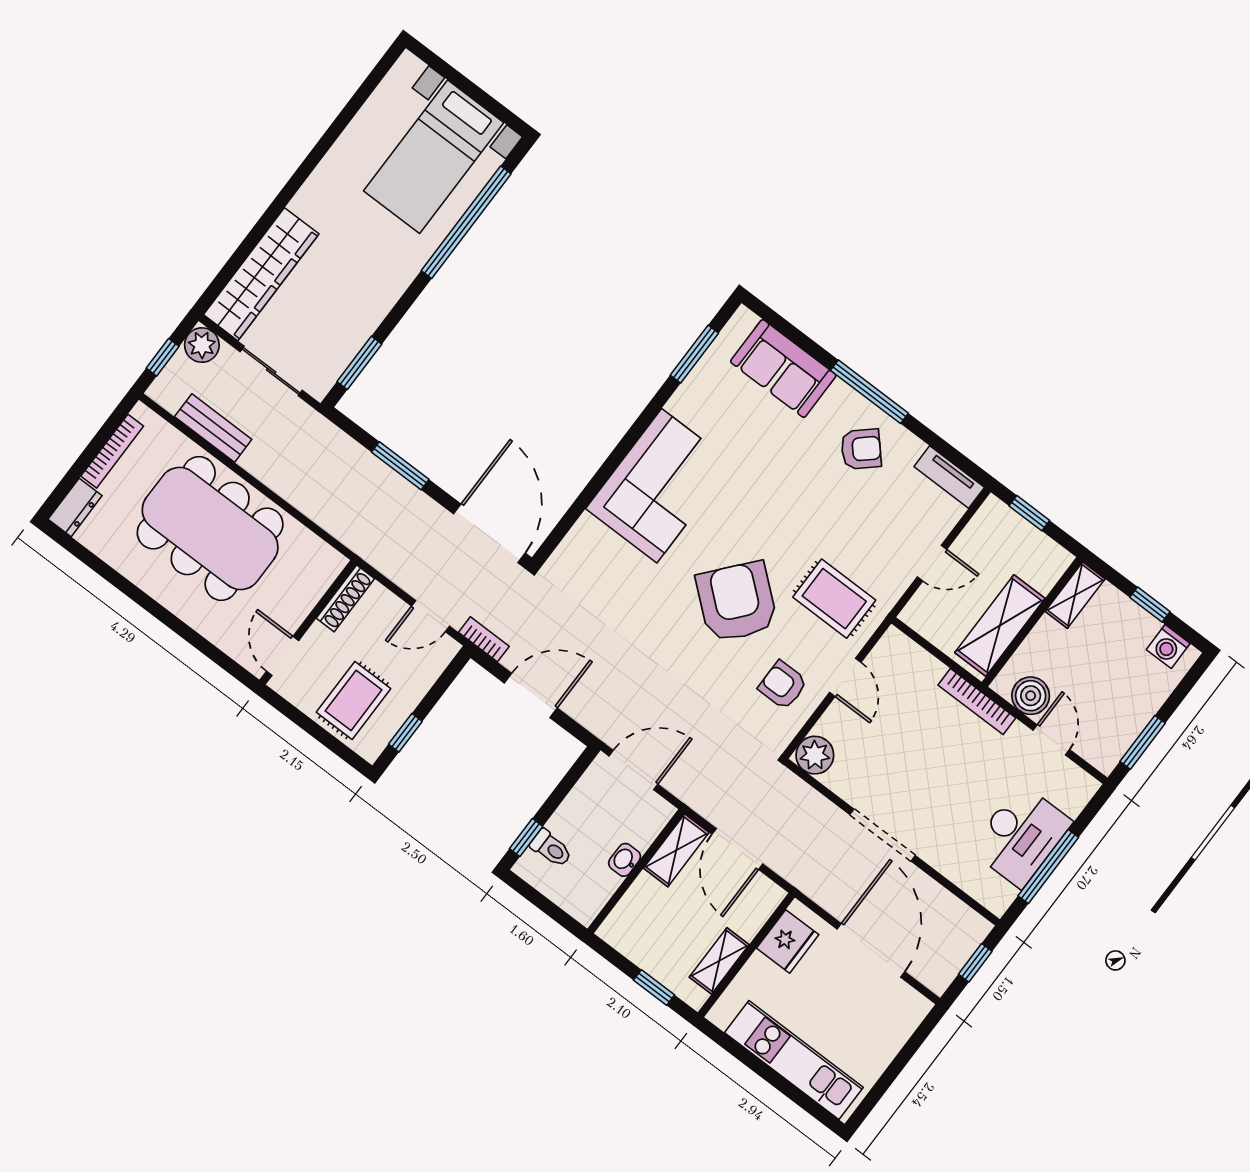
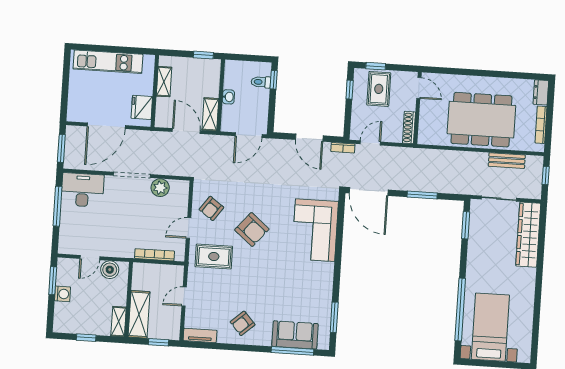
plant: (202, 345) -> (533, 191), removed
window: (869, 392) -> (292, 351), moved
corner sofa: (659, 486) -> (315, 230), moved
armchair: (737, 602) -> (252, 230), width x0.73, depth x0.73
shelving: (1000, 626) -> (139, 314), moved
washing machine: (1168, 646) -> (63, 294), moved, turned 90
door: (845, 677) -> (189, 228), hinge flipped
armchair: (783, 685) -> (211, 208), turned 126
door: (531, 695) -> (309, 138), hinge flipped
bookcase: (977, 701) -> (155, 255), moved
door: (1051, 740) -> (90, 258), hinge flipped
window: (333, 744) -> (376, 66), added
plant: (815, 755) -> (160, 188), moved
desk: (1021, 836) -> (83, 190), moved, turned 90
door: (871, 950) -> (106, 126), hinge flipped
window: (975, 963) -> (61, 148), width x1.50
window: (654, 988) -> (203, 55), moved

